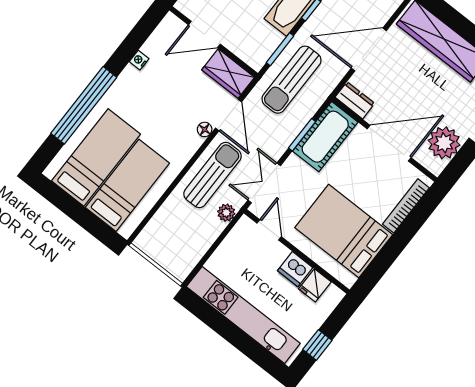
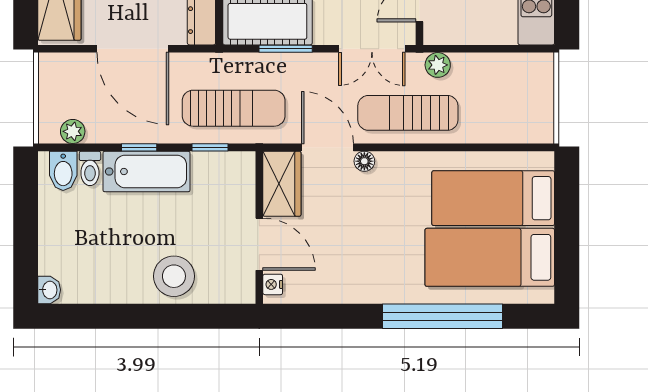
window: (280, 49) -> (210, 147), width x0.67
nightstand: (139, 60) -> (273, 284), moved, turned 90
door: (228, 115) -> (327, 147), hinge flipped

